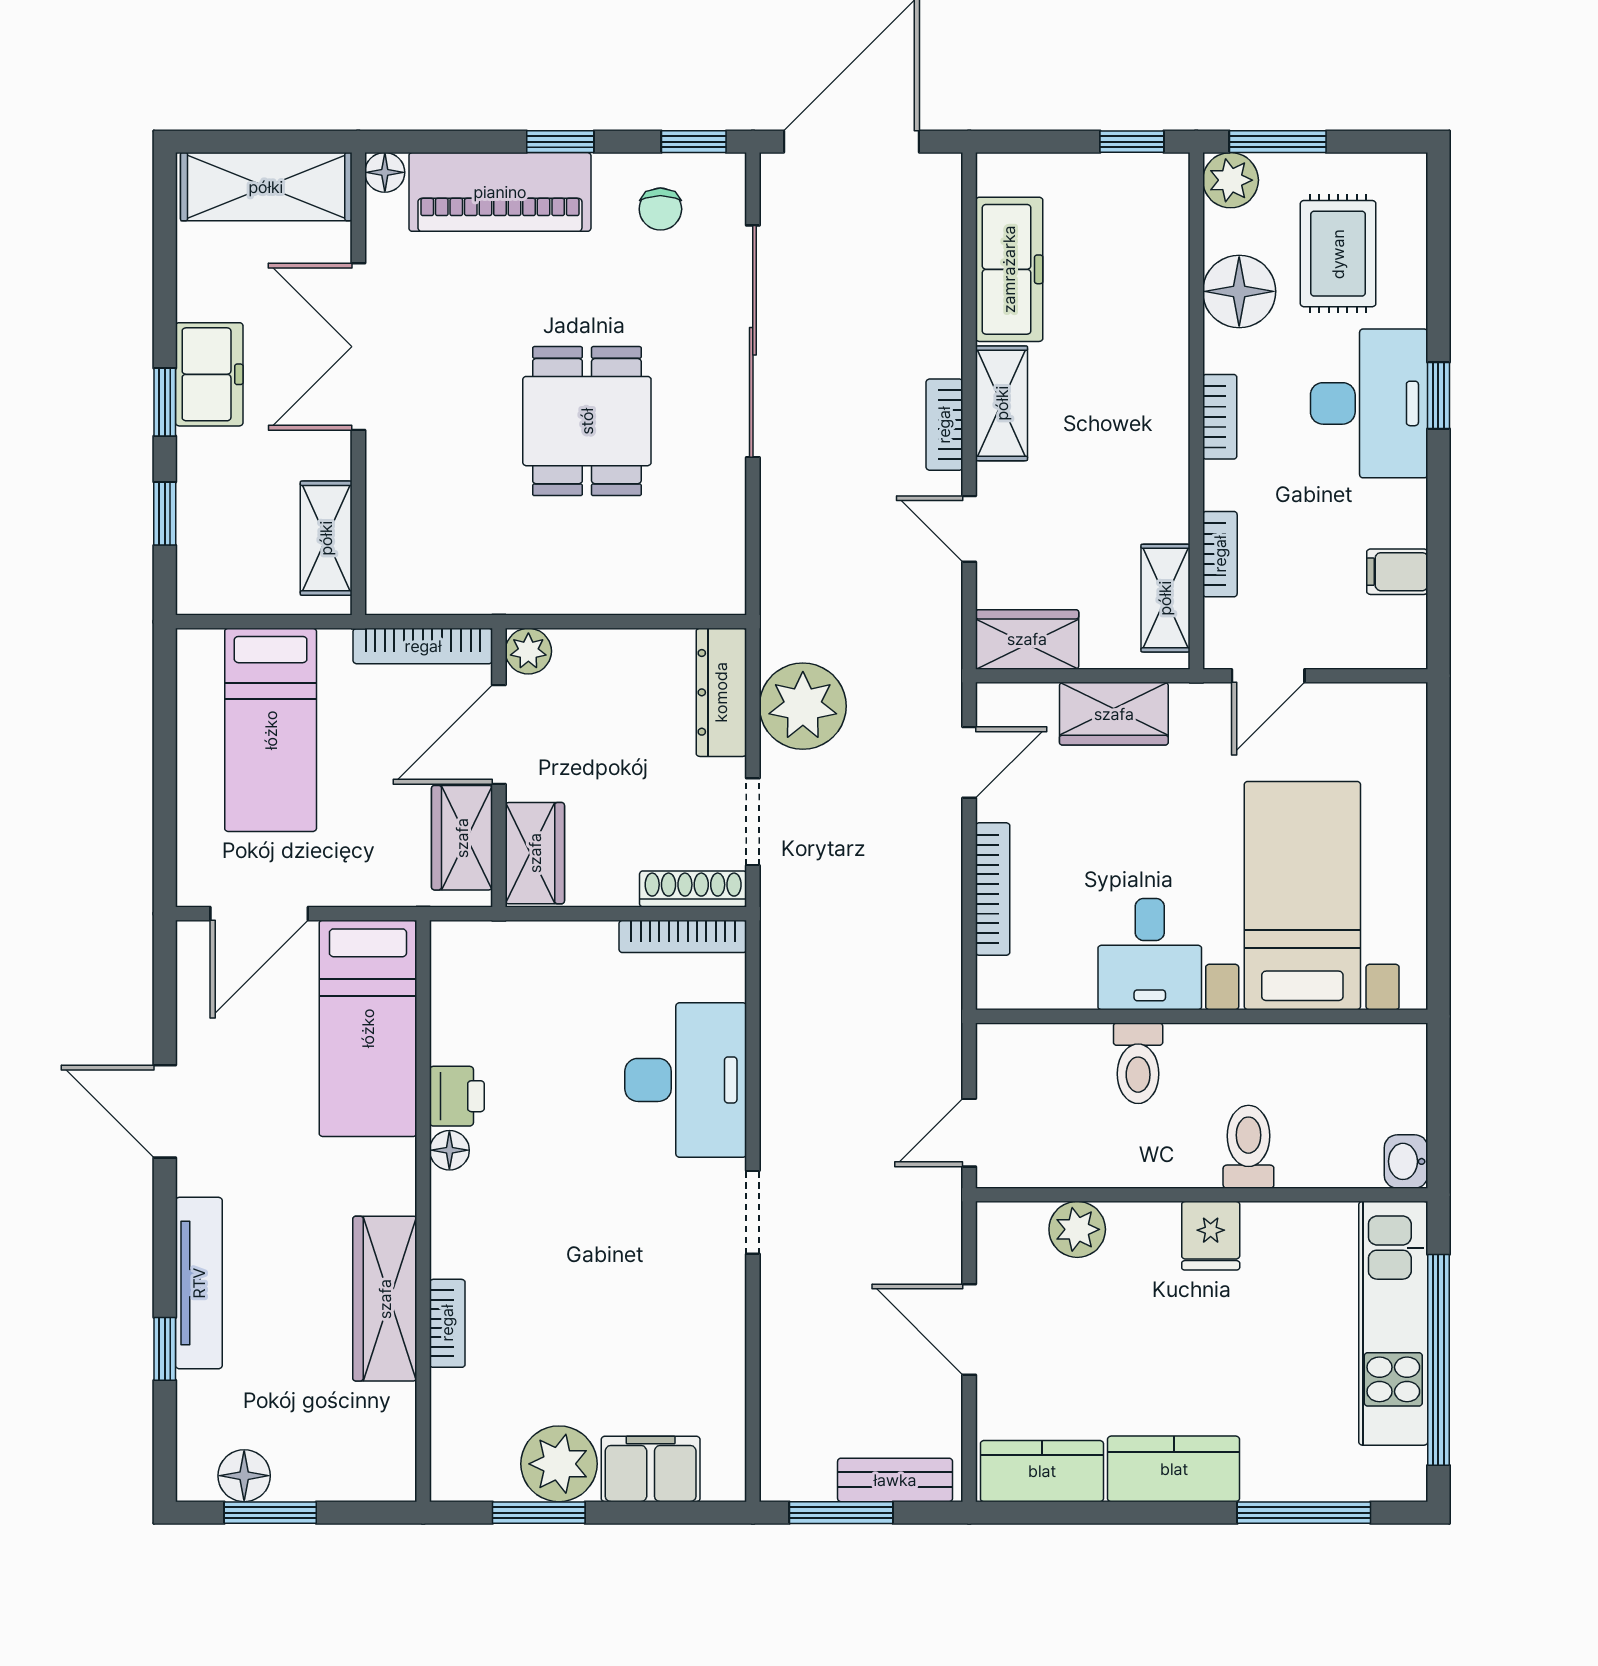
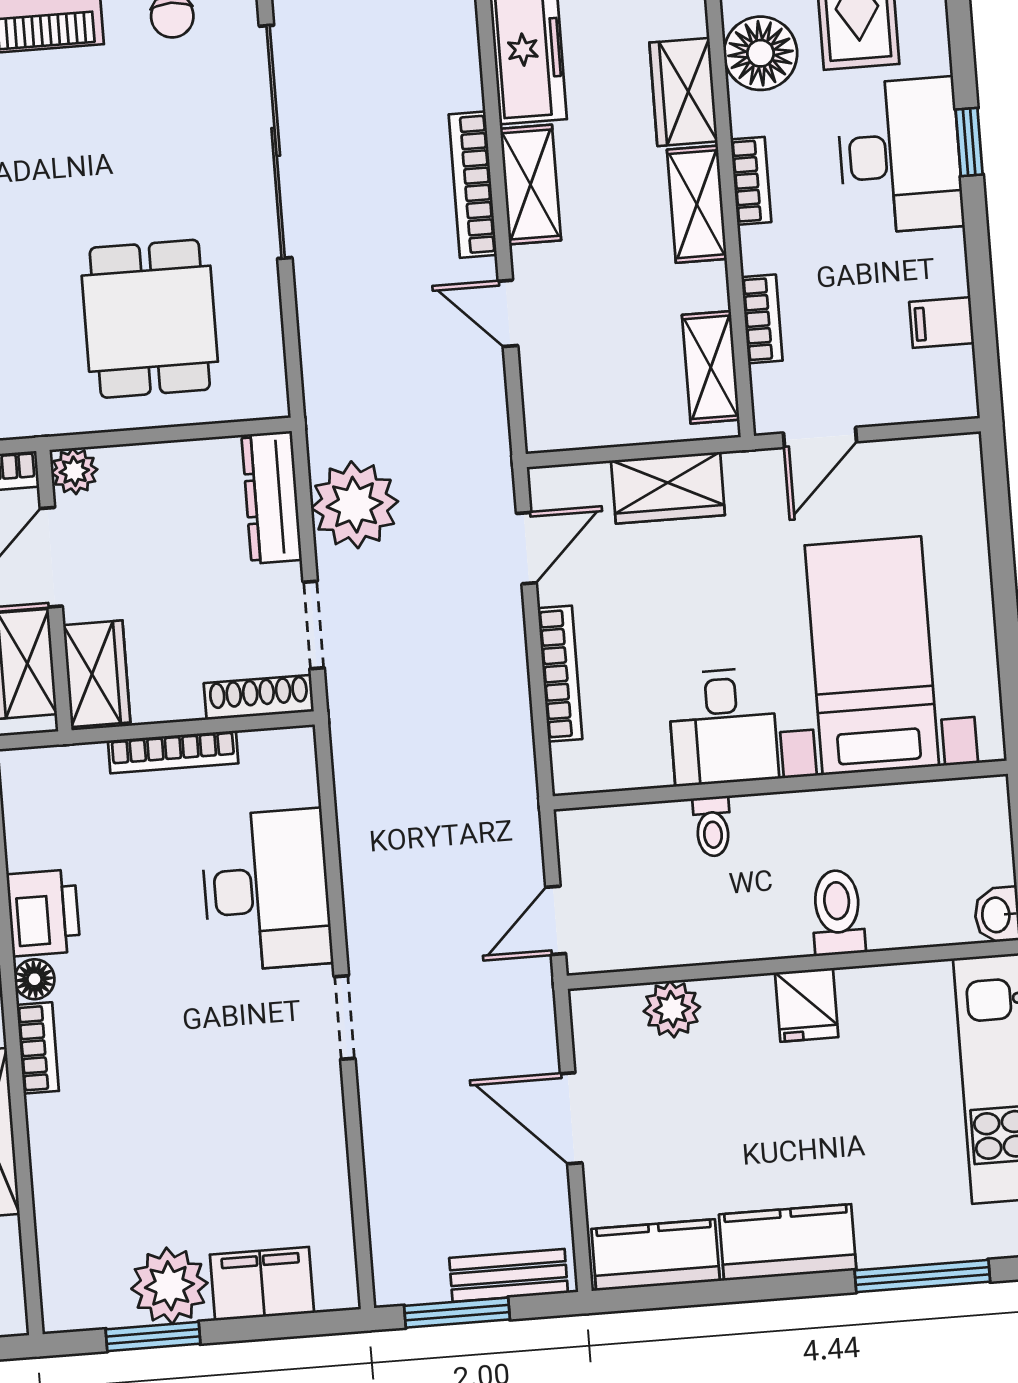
dining table: (587, 421) -> (150, 319), moved
bookcase: (944, 425) -> (473, 185), width x1.56
shelving: (1164, 436) -> (697, 204), added
wardrobe: (1027, 639) -> (683, 92), moved, turned -90
bookcase: (683, 936) -> (173, 752), moved
toilet: (1138, 1063) -> (712, 826), width x0.73, depth x0.72
printer: (457, 1096) -> (43, 913), width x1.36, depth x1.24
bookcase: (447, 1323) -> (38, 1048), moved

